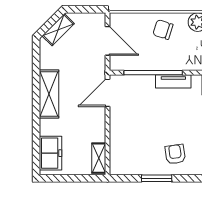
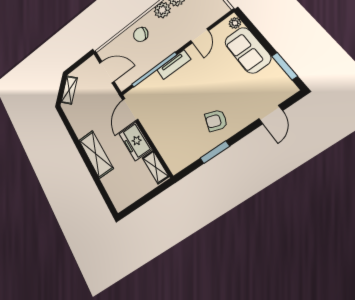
shelving: (49, 94) -> (96, 154), moved
freezer: (50, 153) -> (135, 141), moved, turned 180
armchair: (175, 154) -> (216, 121), turned -63

